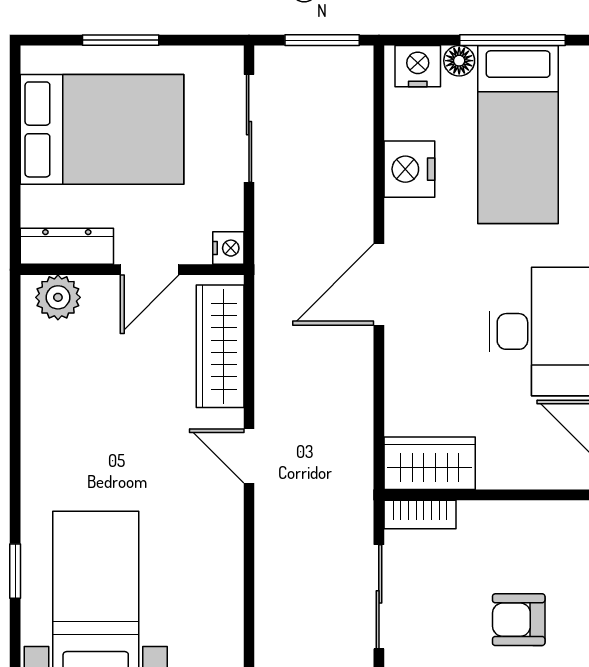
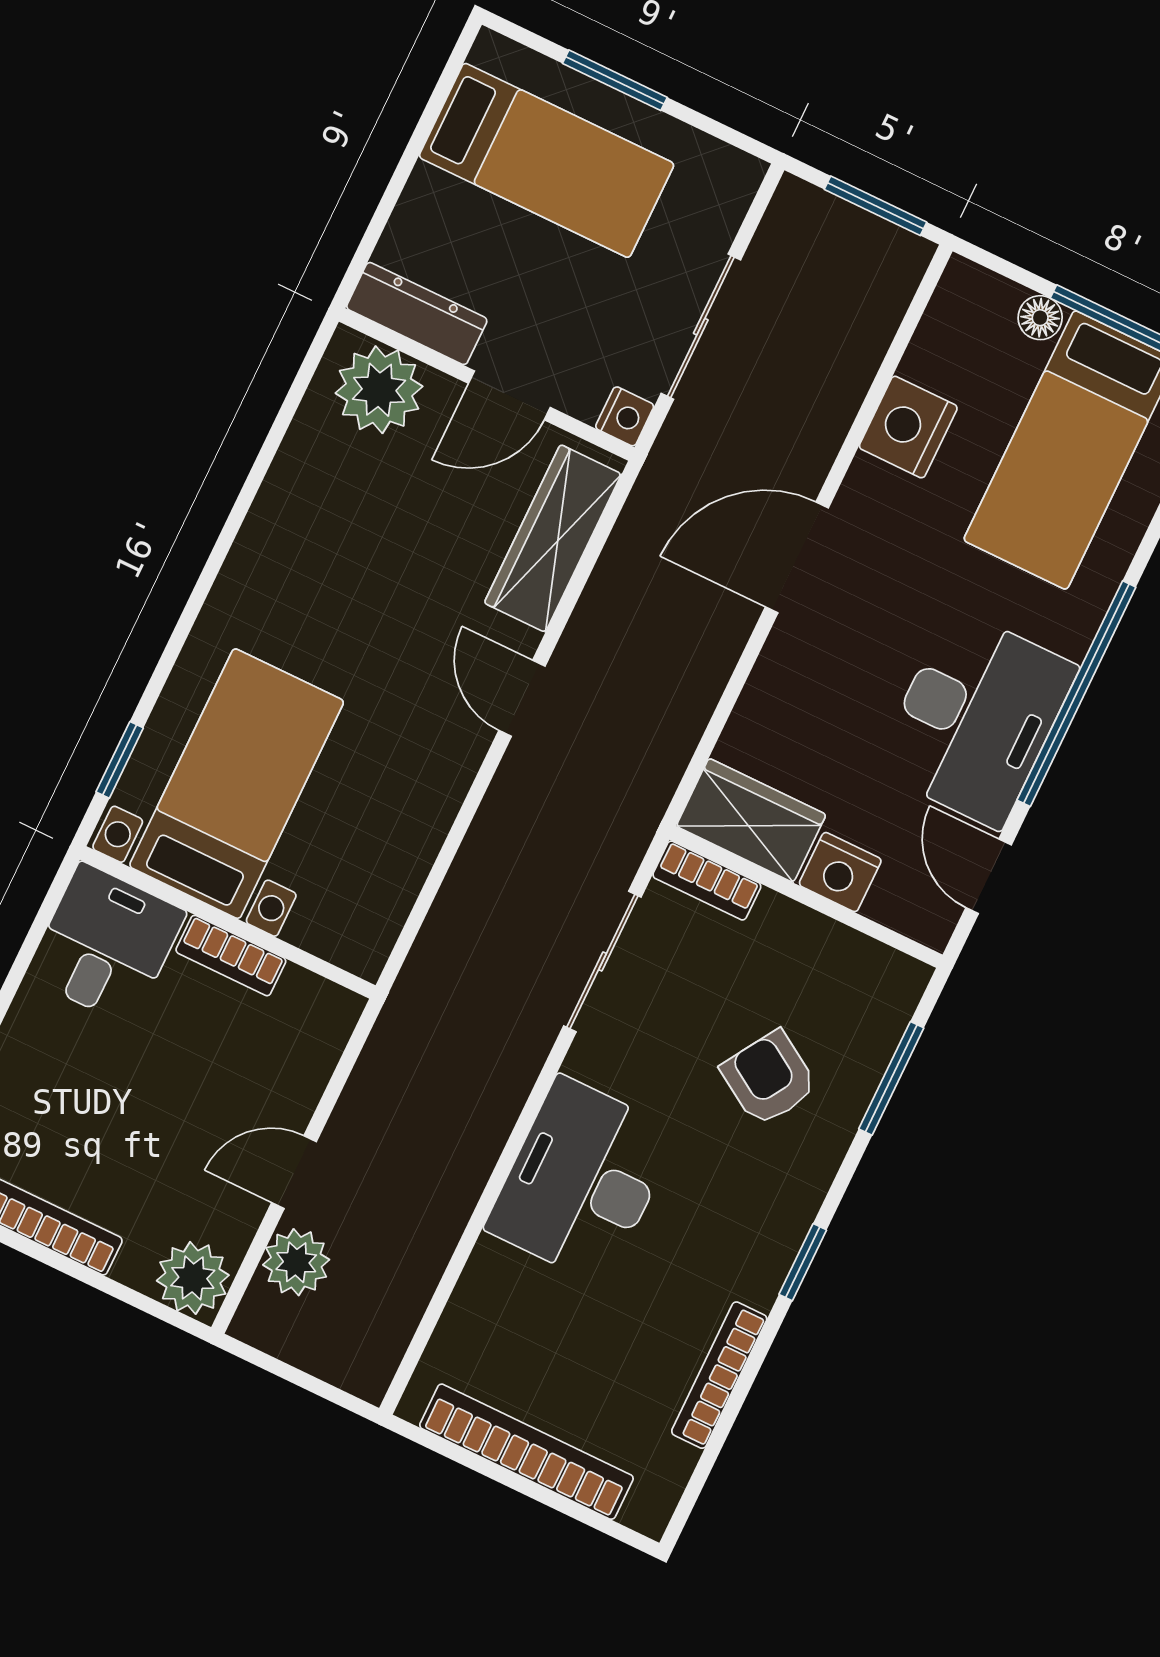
nightstand: (418, 66) -> (840, 872), moved, turned 180
sliding door: (249, 128) -> (701, 327), moved
bed: (102, 129) -> (546, 160), width x0.67
plant: (58, 297) -> (379, 390), width x1.36, depth x1.36
window: (15, 571) -> (120, 760), moved
armchair: (519, 620) -> (769, 1078), turned 32

